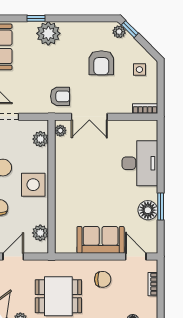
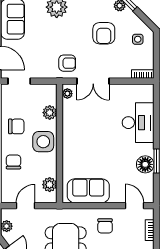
plant: (40, 139) -> (50, 113), moved
sofa: (101, 240) -> (88, 191), moved
chair: (103, 279) -> (105, 226), turned 90

